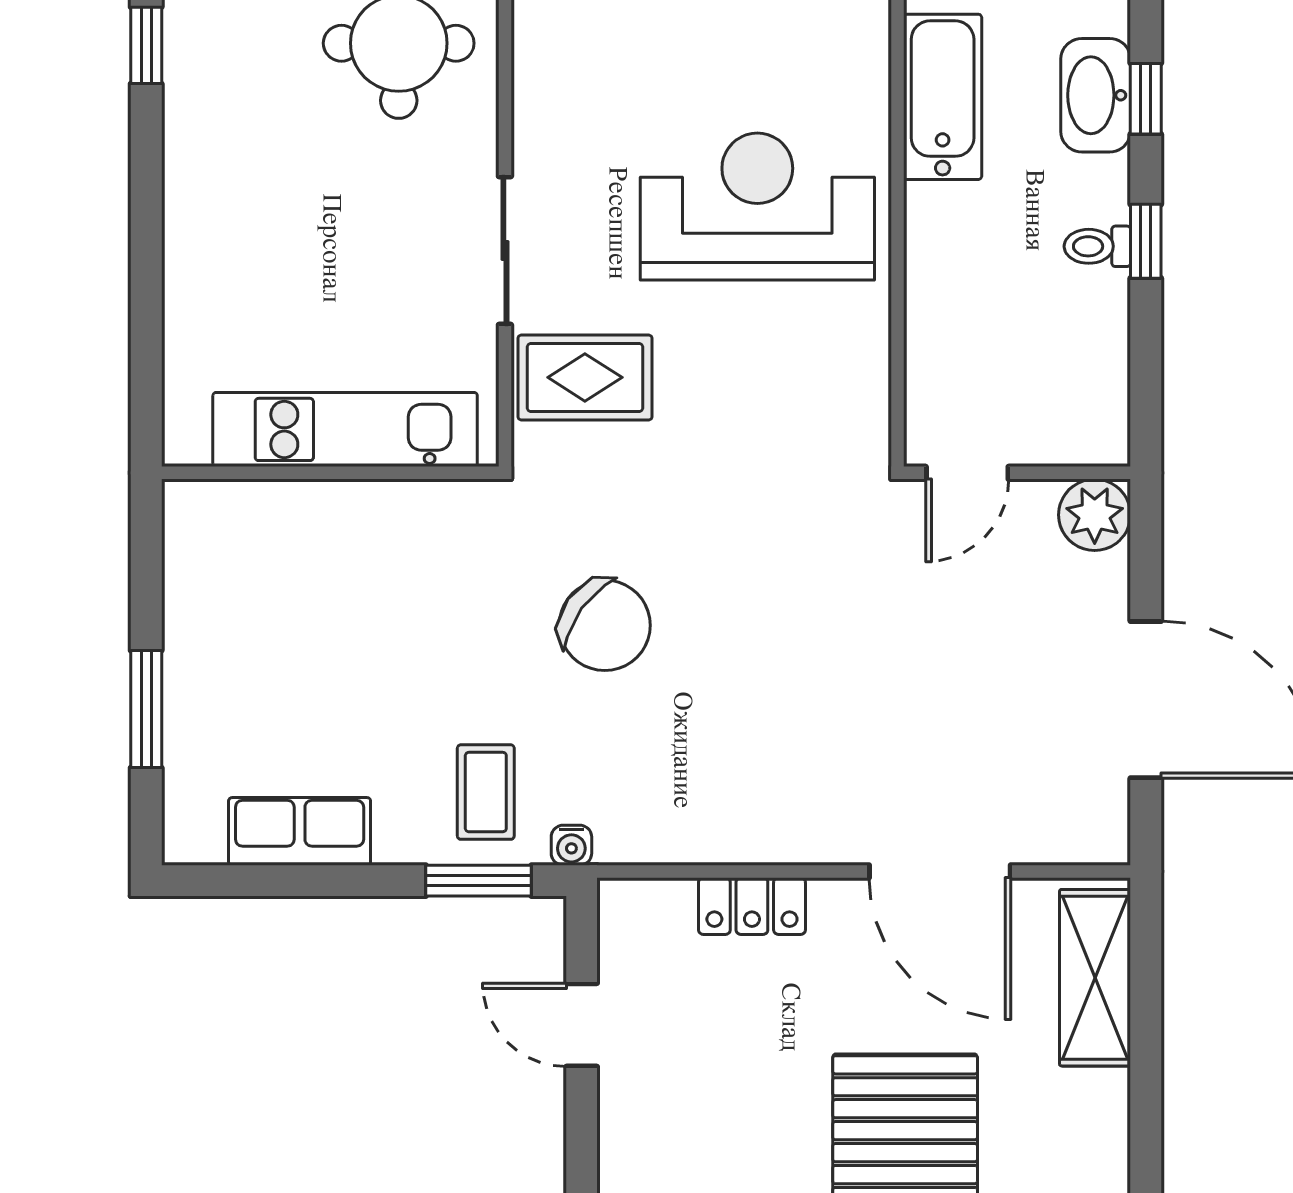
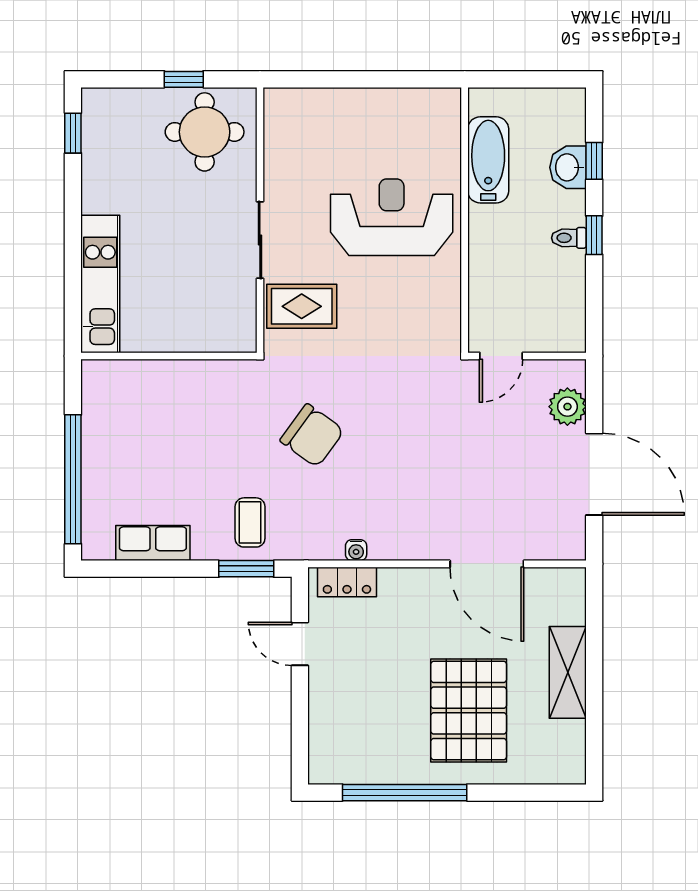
washbasin: (1096, 95) -> (568, 167), width x0.72
kitchen unit: (345, 429) -> (100, 284), moved, turned 90
plant: (1095, 515) -> (567, 407), moved
window: (146, 709) -> (73, 479), width x2.11
water cooler: (571, 845) -> (356, 550), moved
locker: (752, 906) -> (347, 582), moved
shelving: (1095, 978) -> (568, 672), moved

